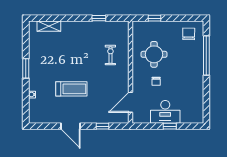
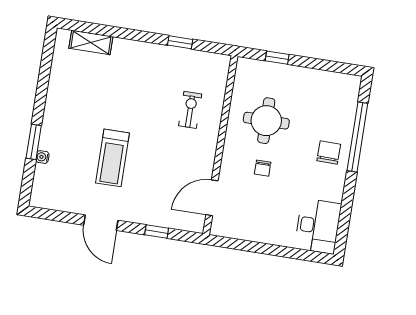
chair: (189, 34) -> (329, 152), moved
window: (26, 68) -> (34, 142), moved
treadmill: (71, 89) -> (112, 158), turned 90
desk: (165, 112) -> (318, 226), moved, turned -90
window: (170, 126) -> (274, 250), removed

